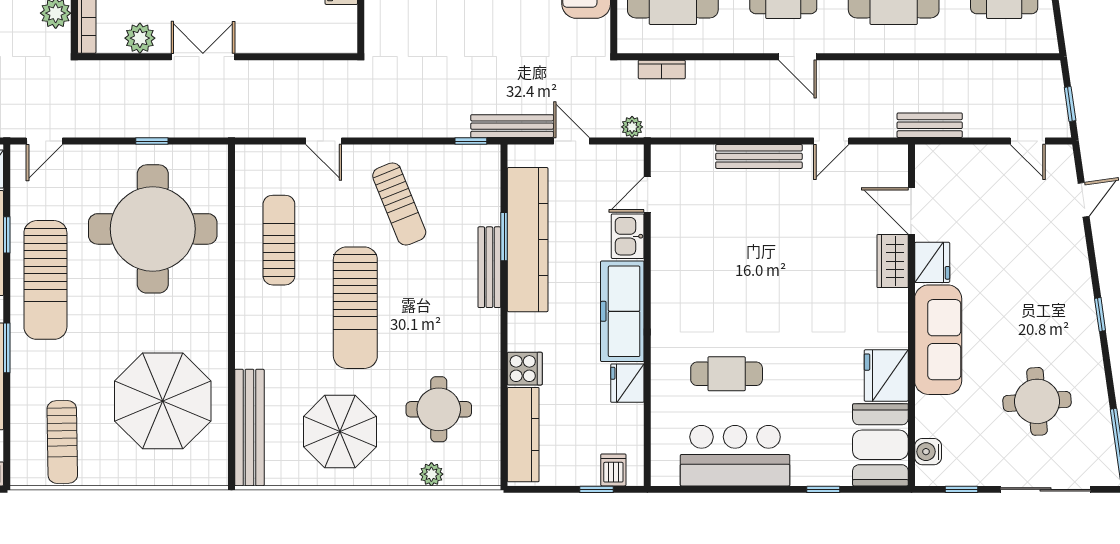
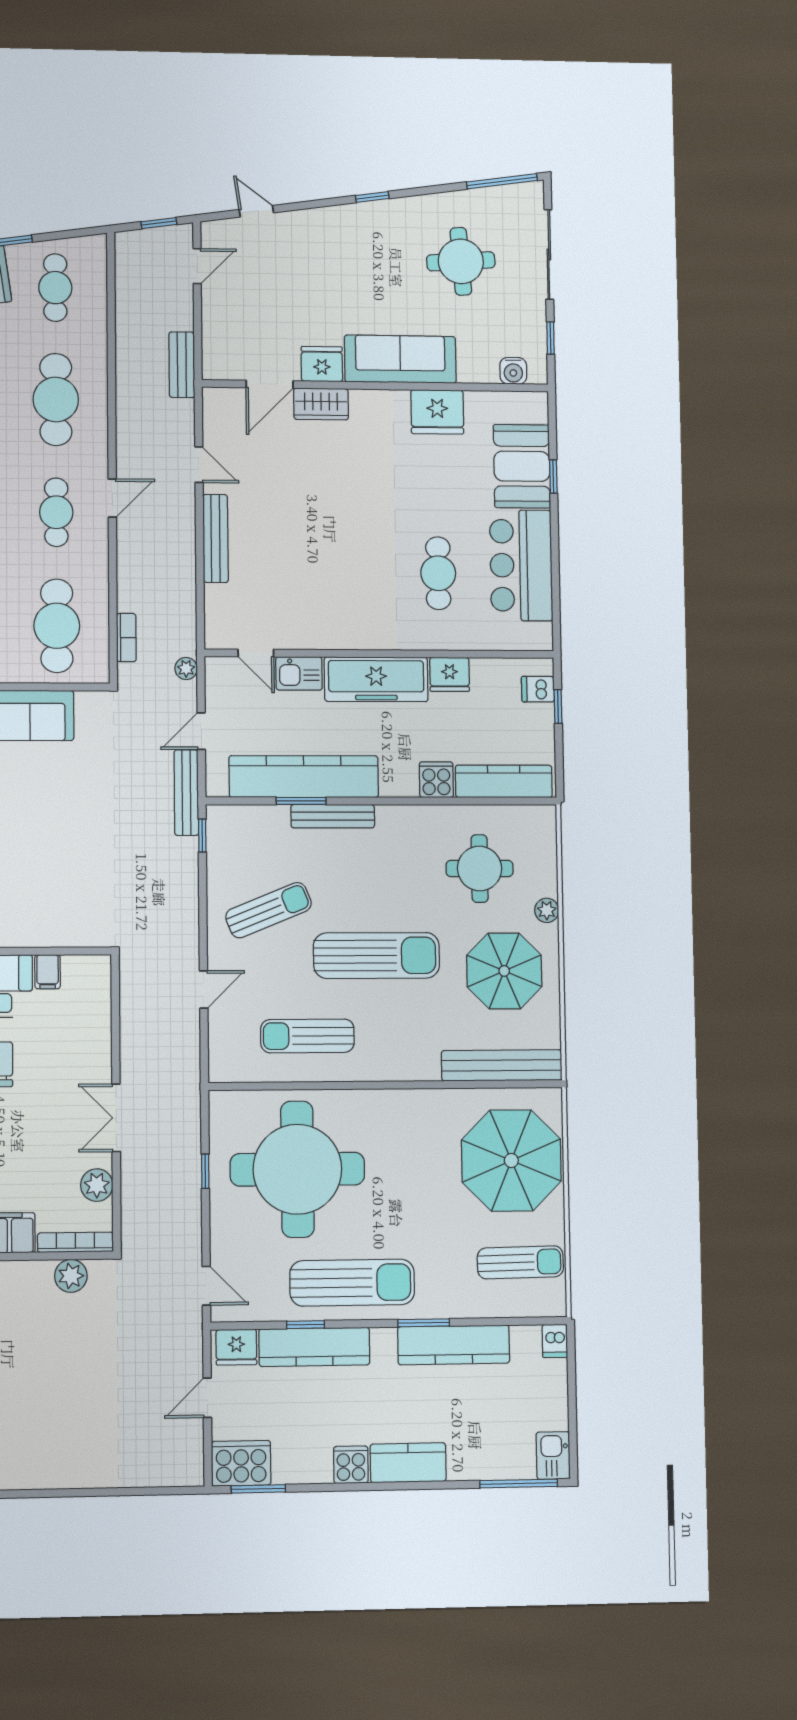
parasol: (163, 401) -> (511, 1161), moved
booth: (880, 445) -> (522, 466), moved, turned 90
plant: (431, 474) -> (547, 910), moved

